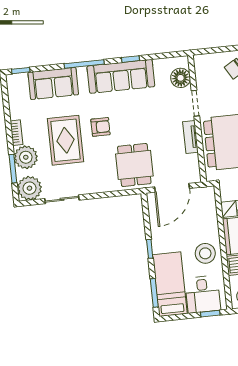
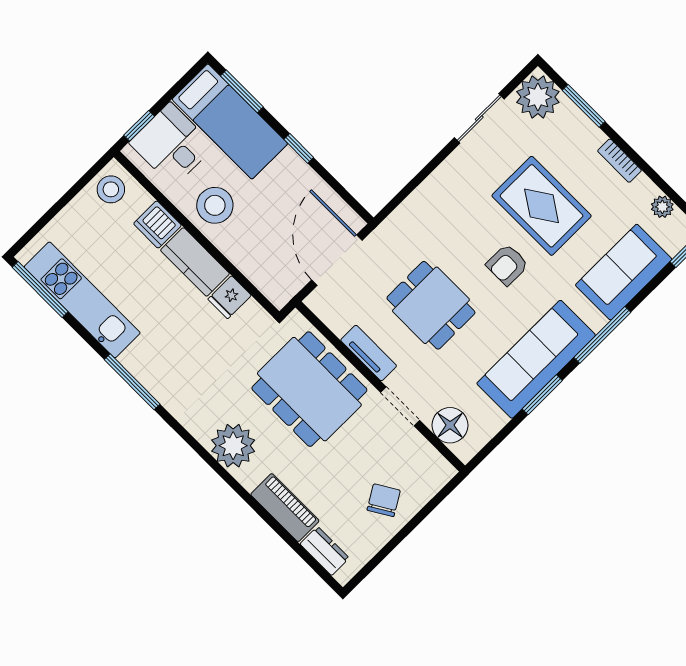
window: (130, 59) -> (542, 395), width x1.50
plant: (26, 157) -> (662, 207), moved, width x0.53, depth x0.53
dining table: (134, 165) -> (431, 305), moved

